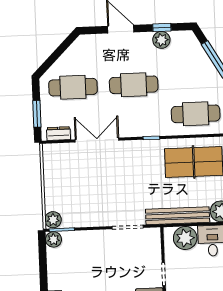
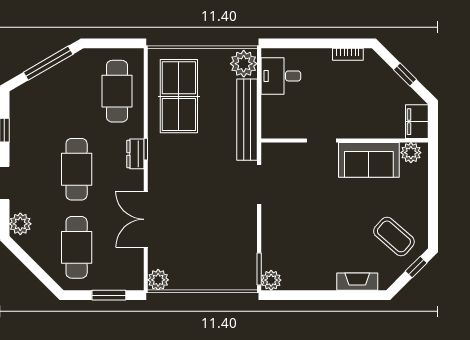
plant: (161, 40) -> (20, 224), moved
dresser: (59, 134) -> (135, 154), moved
plant: (53, 220) -> (158, 280), moved
plant: (185, 238) -> (276, 111), removed

